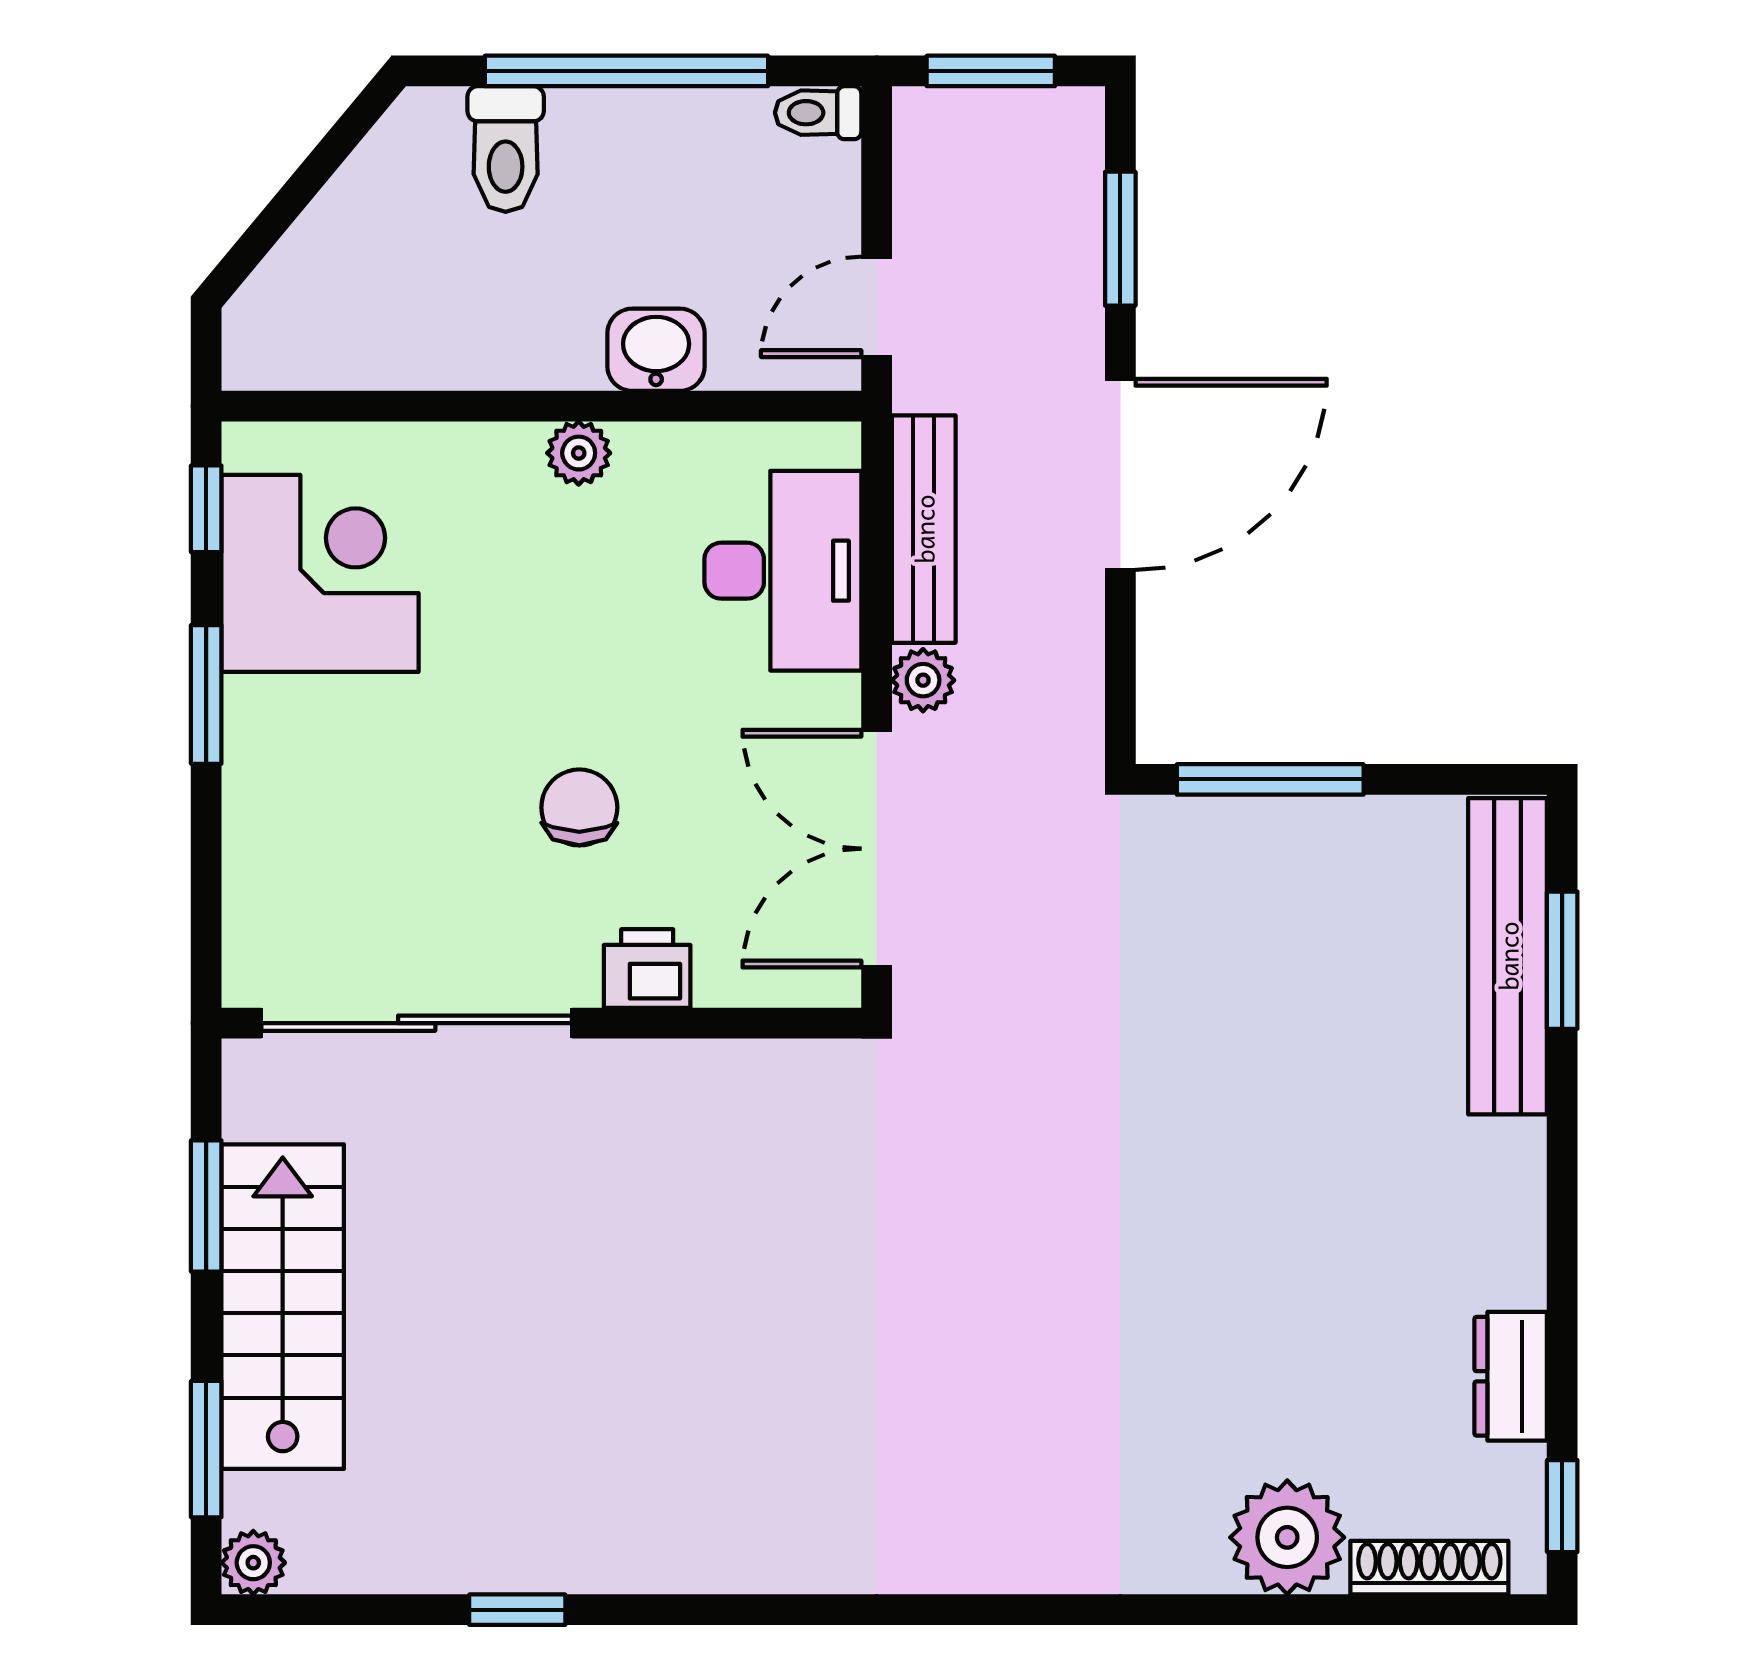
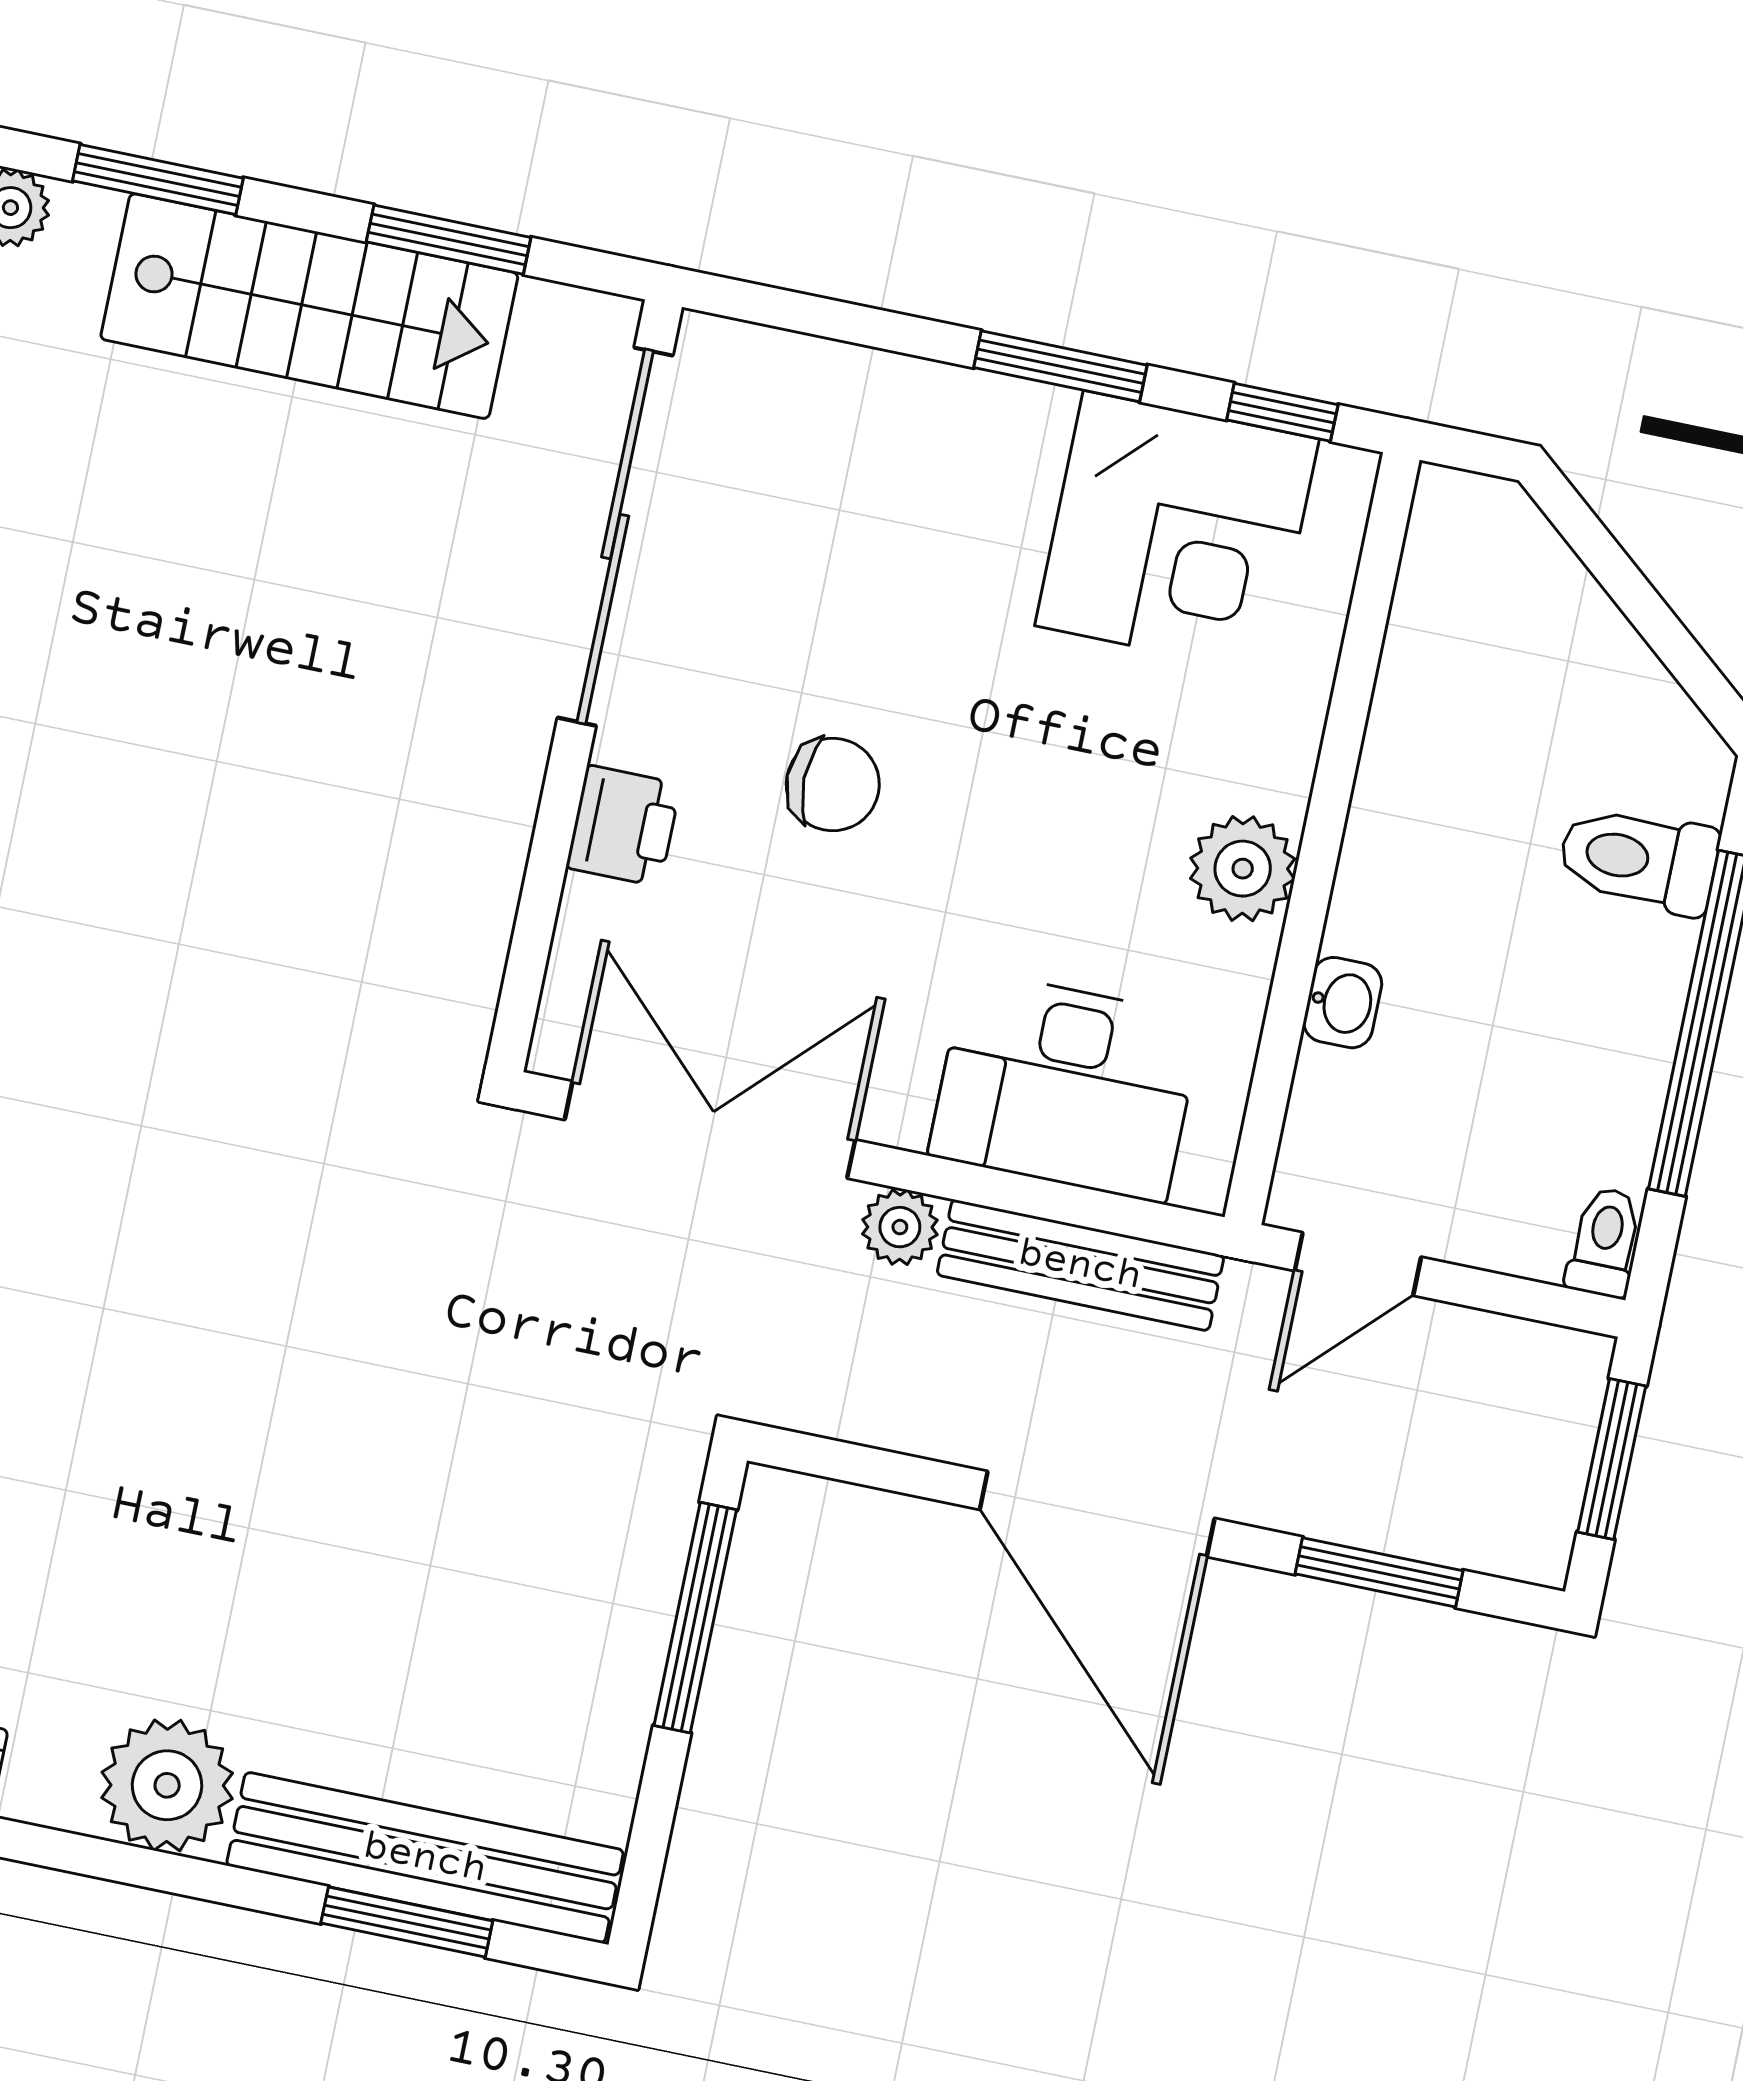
door: (877, 307) -> (1358, 1264), swing flipped
washbasin: (656, 350) -> (1343, 1003), width x0.72, depth x0.69
plant: (579, 453) -> (1243, 869), width x1.38, depth x1.38
plant: (1492, 1175) -> (167, 1785), added

